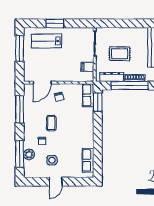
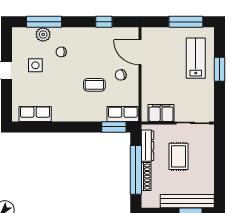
filing cabinet: (87, 67) -> (161, 113), width x2.00
window: (20, 109) -> (104, 22), width x0.46
coffee table: (51, 123) -> (94, 85), moved

